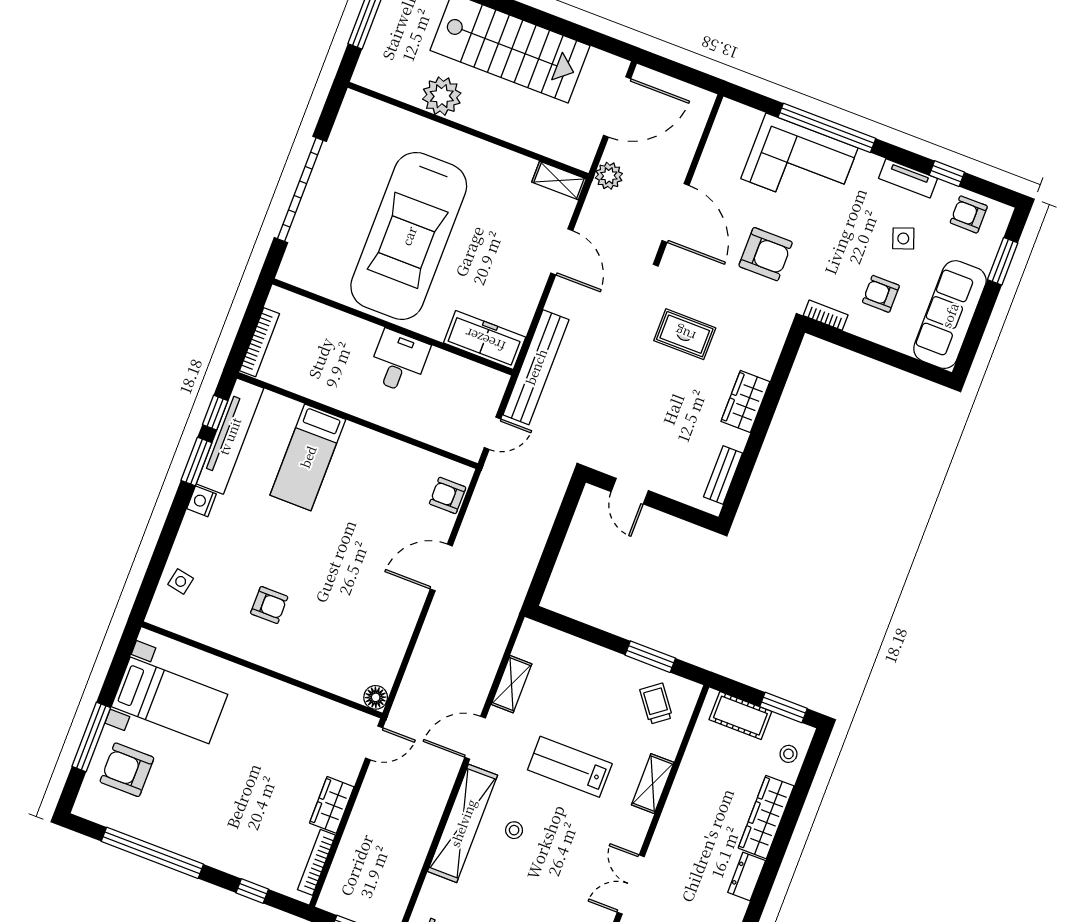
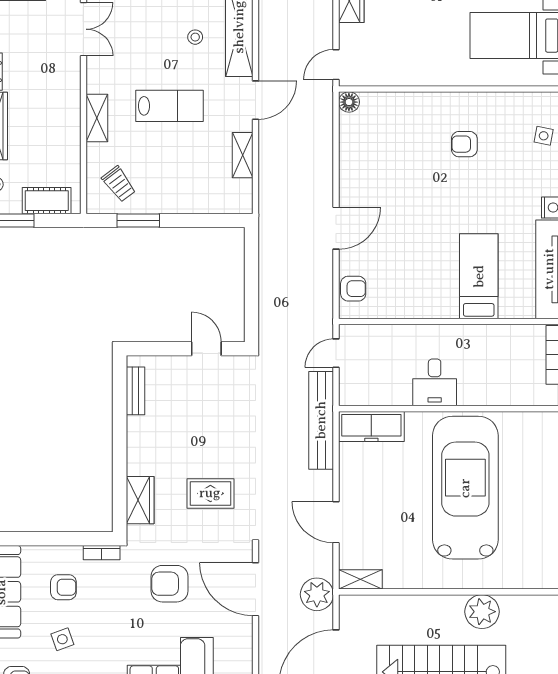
plant: (609, 176) -> (317, 594), width x1.36, depth x1.36
wardrobe: (745, 401) -> (140, 500), moved

